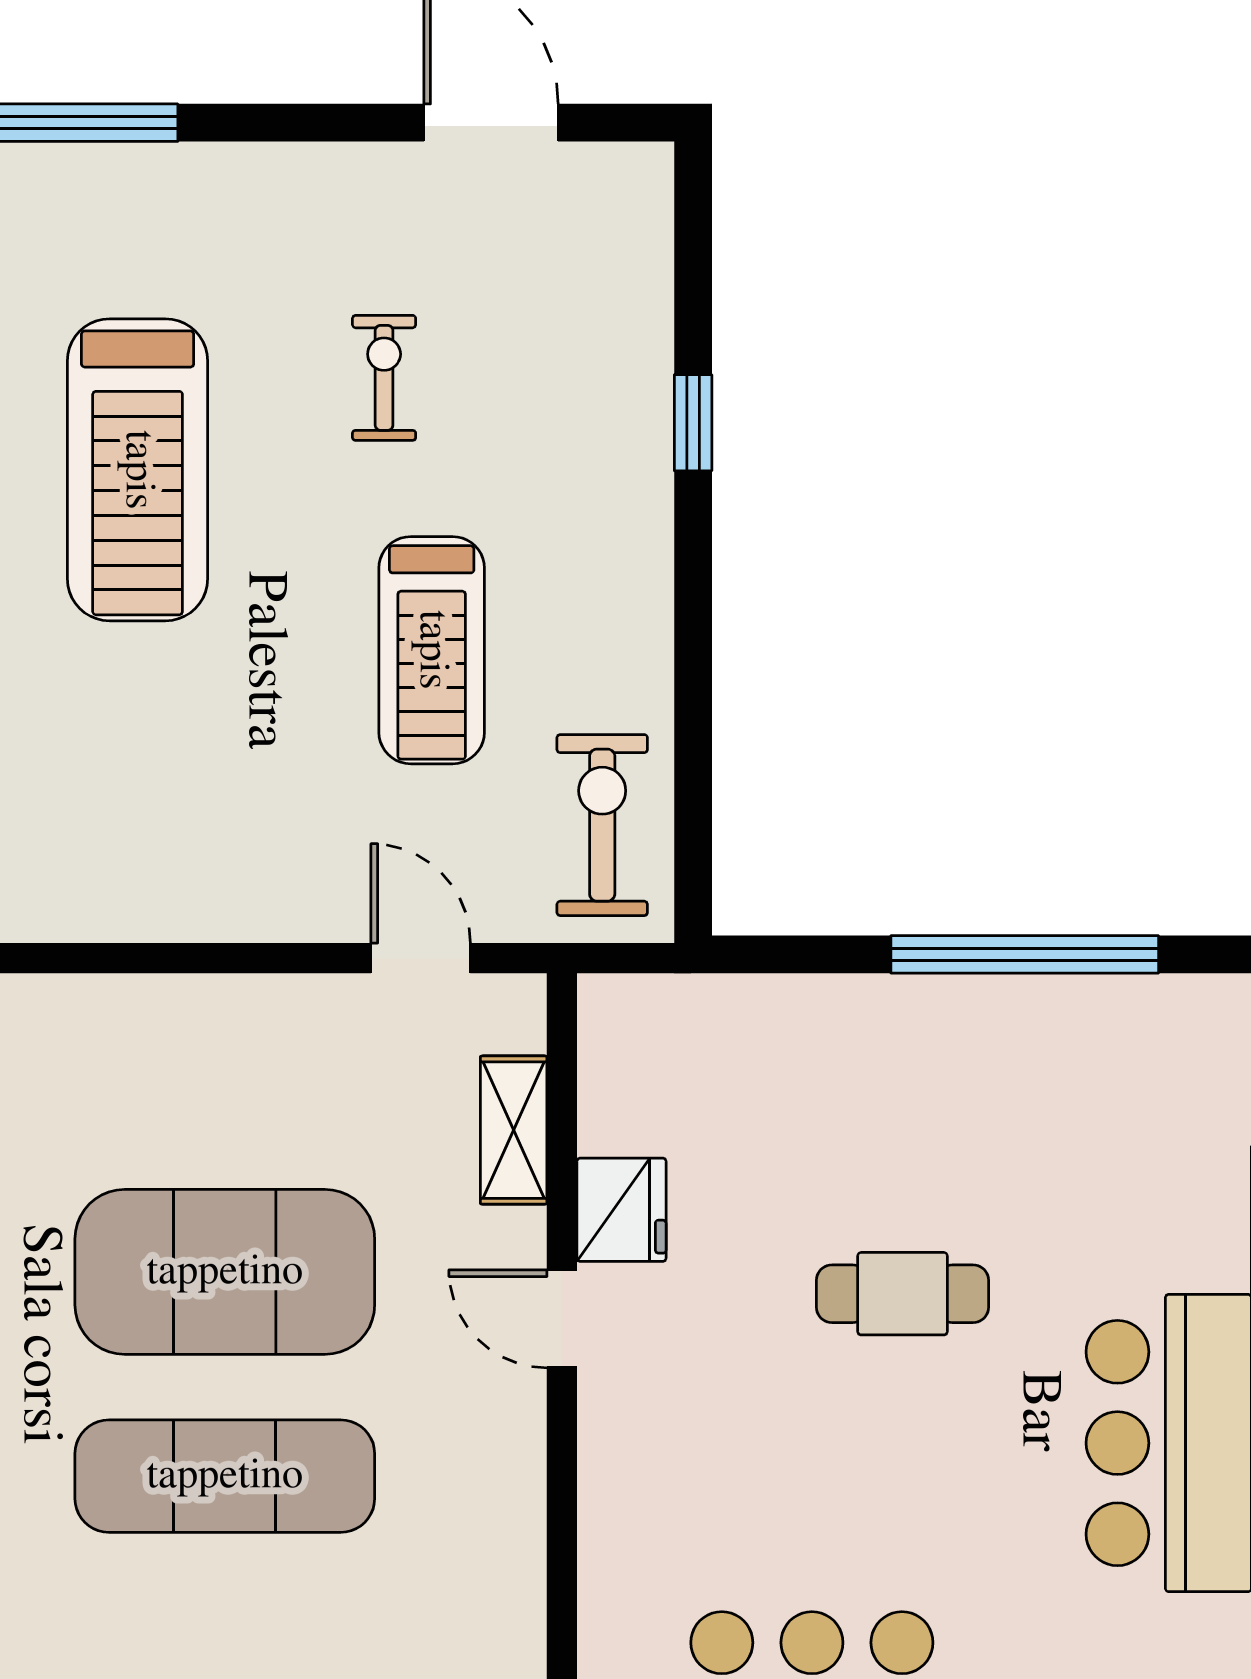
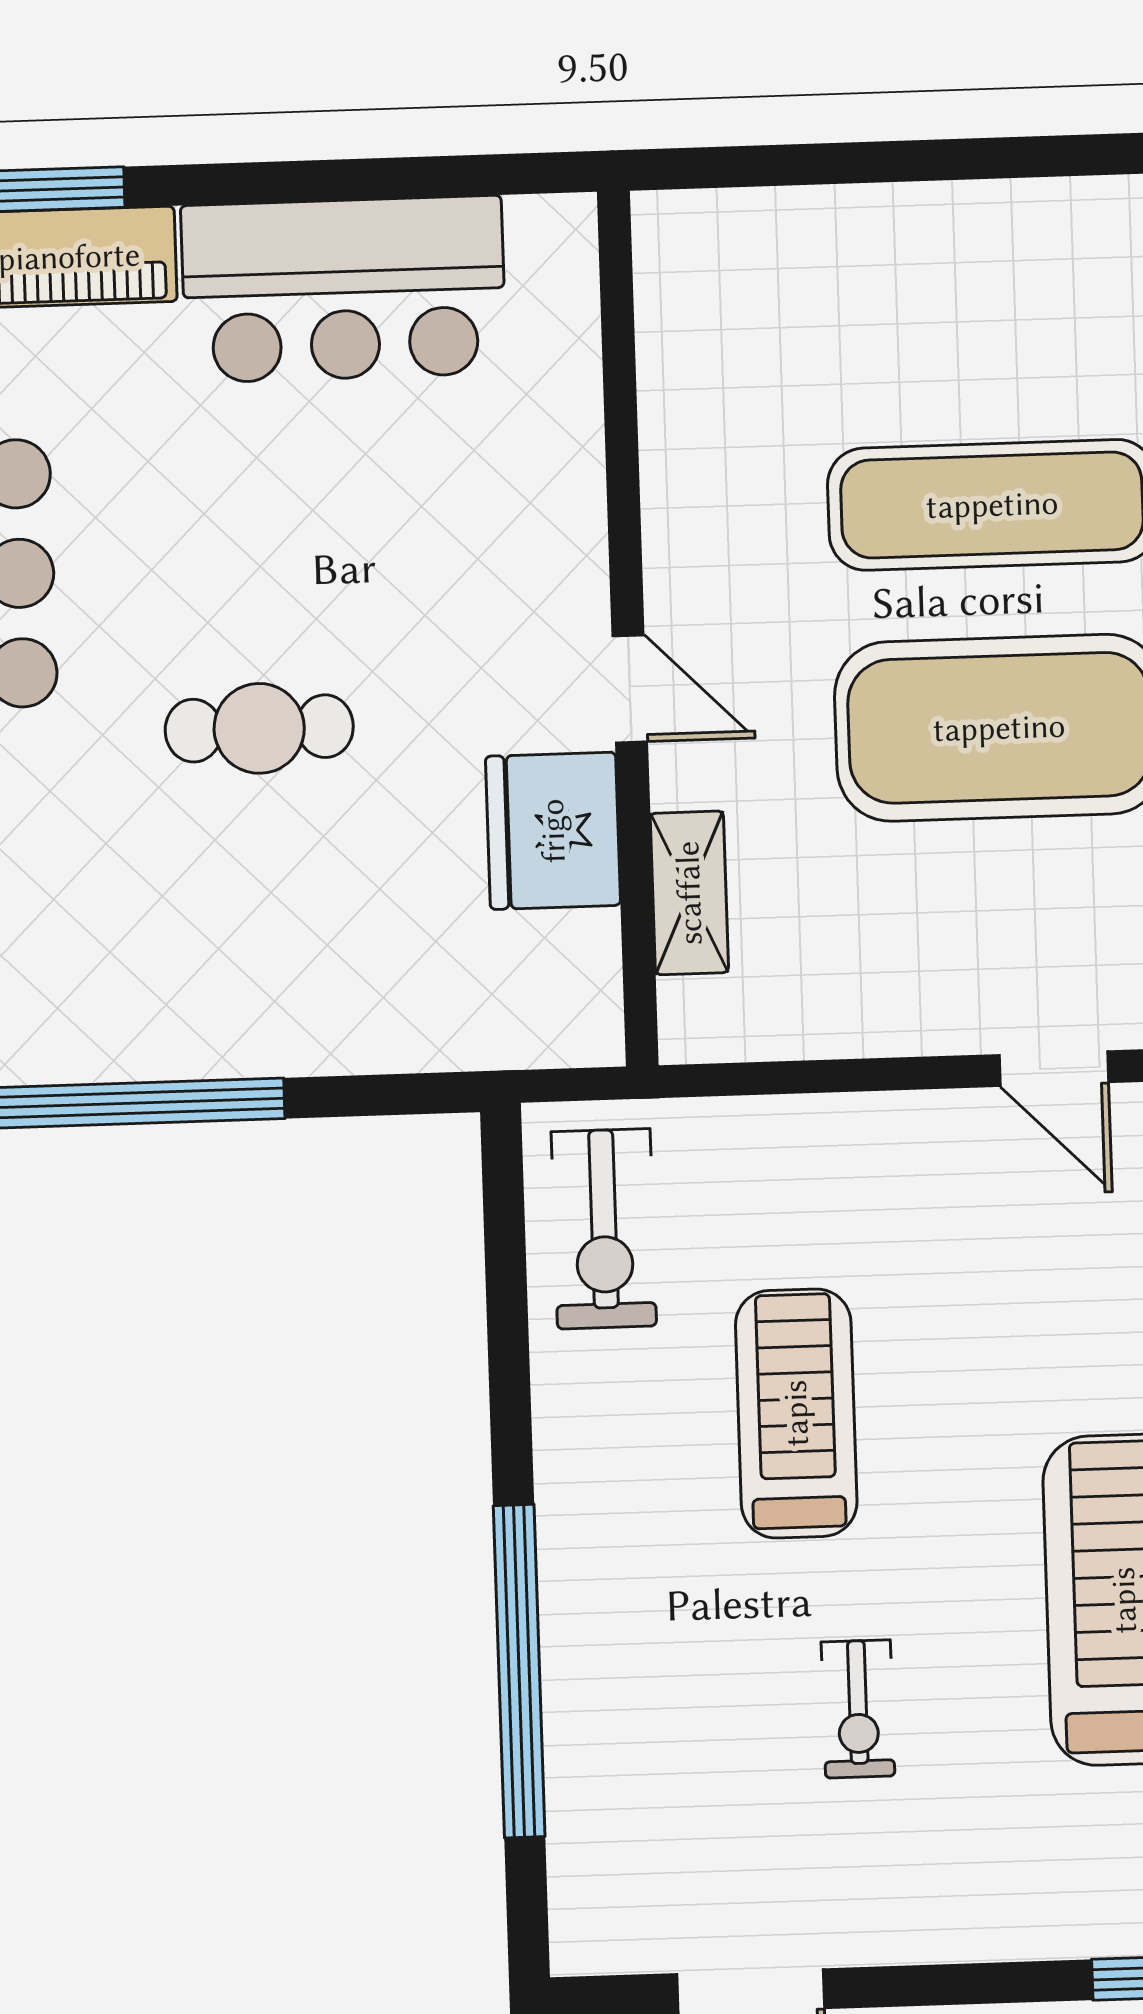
window: (693, 423) -> (519, 1671), width x3.17
door: (421, 958) -> (1054, 1069), moved
fridge: (621, 1210) -> (553, 831), width x1.36, depth x1.34

